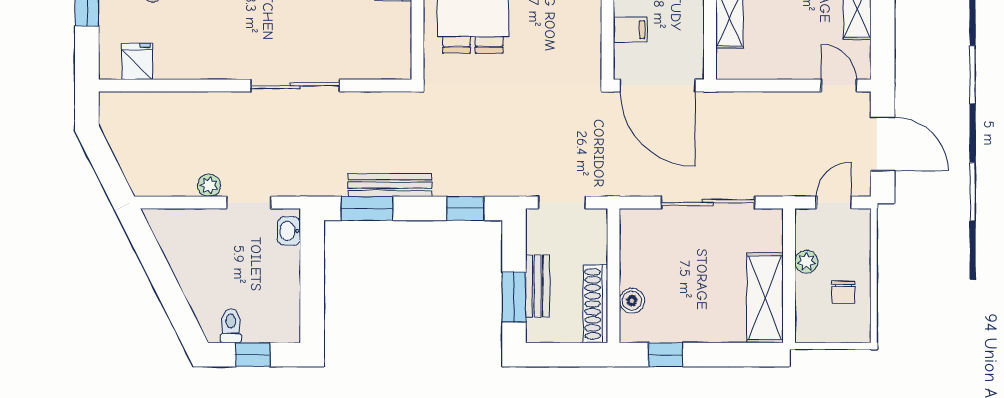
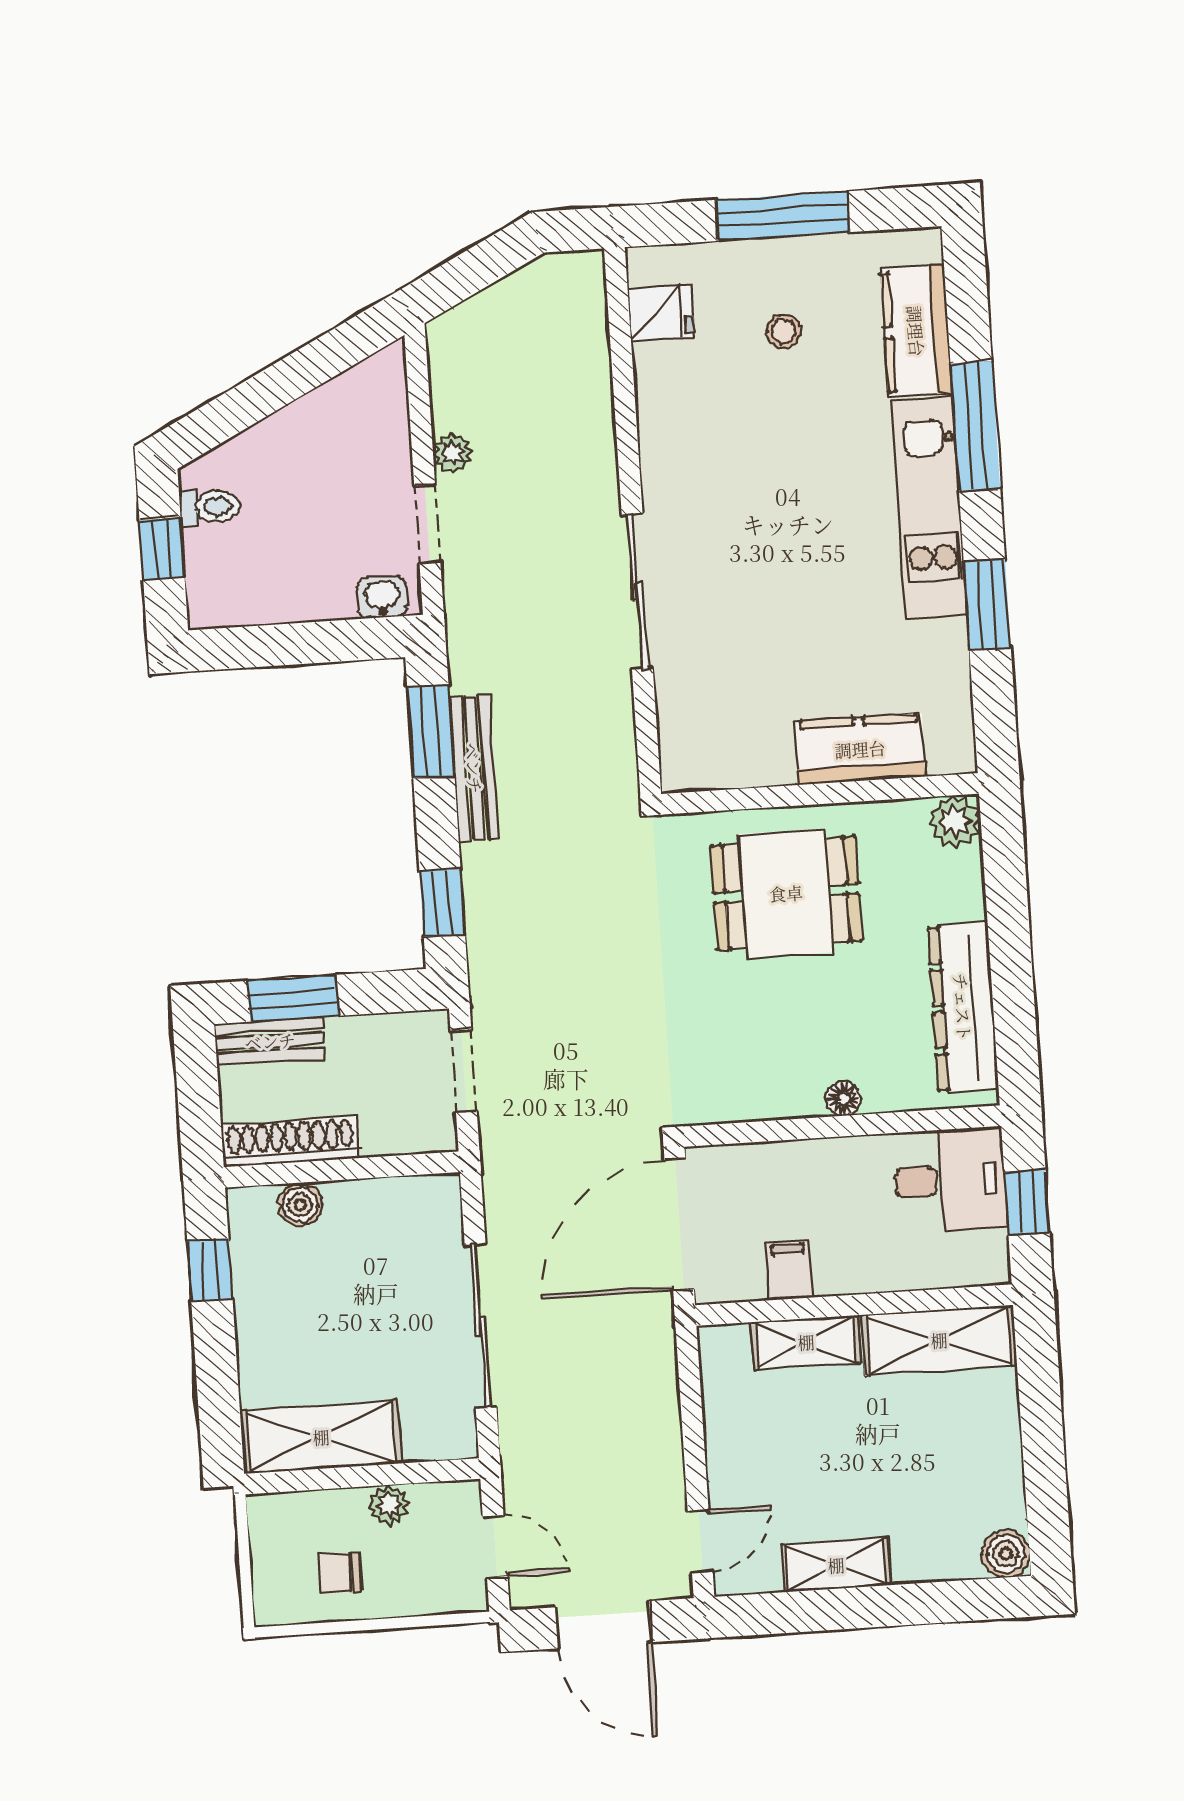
filing cabinet: (630, 30) -> (789, 1269), moved, turned 180
door: (883, 144) -> (603, 1625), hinge flipped
bench: (538, 286) -> (270, 1041), moved

